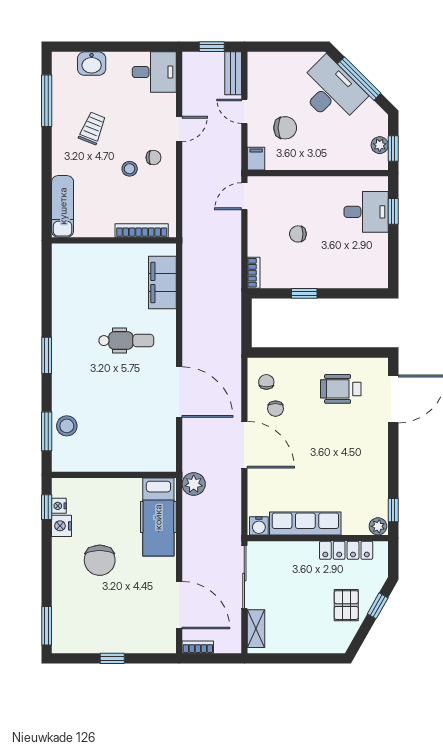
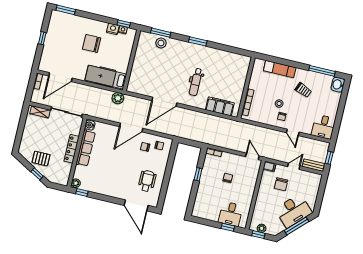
washbasin: (92, 64) -> (338, 85), moved
exam couch: (63, 206) -> (280, 69), moved
locker: (346, 550) -> (72, 149), moved

